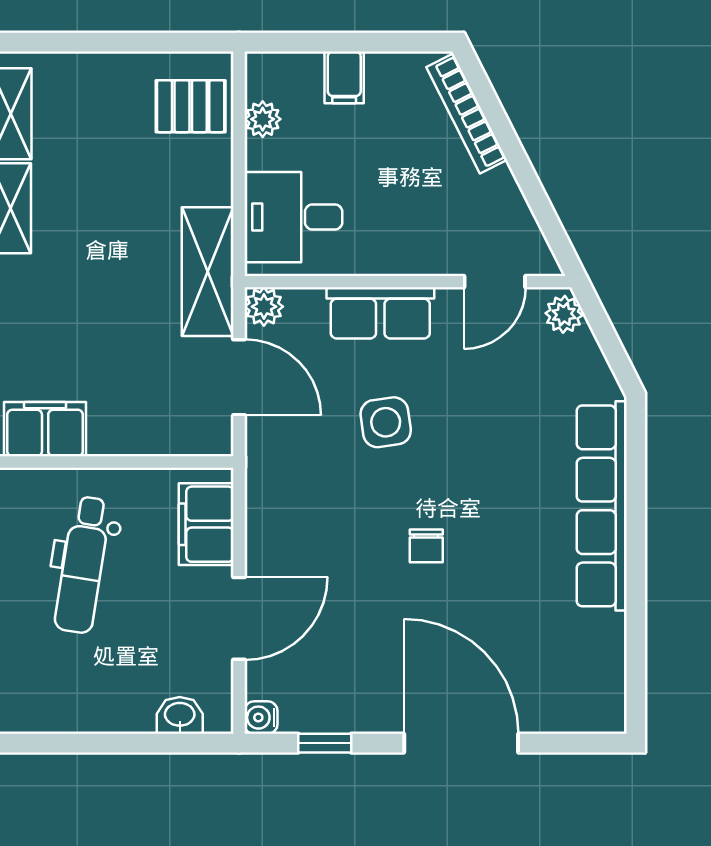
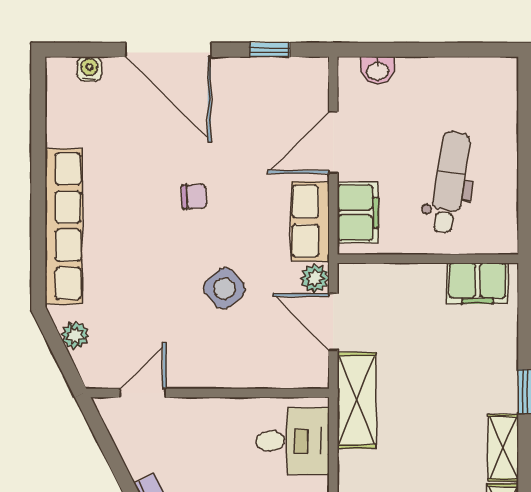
plant: (264, 307) -> (315, 278), moved
row of seats: (380, 313) -> (310, 221), moved, turned -90
plant: (564, 314) -> (75, 335), moved
side table: (386, 422) -> (224, 288), turned -32
chair: (426, 546) -> (194, 197), turned 88
water cooler: (261, 718) -> (89, 69), moved, turned -90

